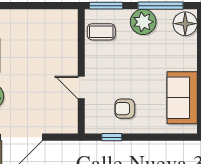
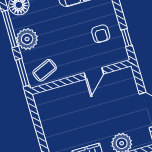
coffee table: (101, 32) -> (45, 70), turned 67

